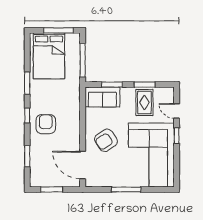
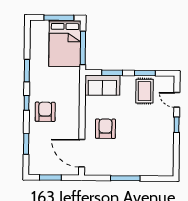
bed: (49, 56) -> (65, 43), moved
armchair: (106, 140) -> (105, 129), turned 123
corner sofa: (151, 155) -> (151, 144), removed

